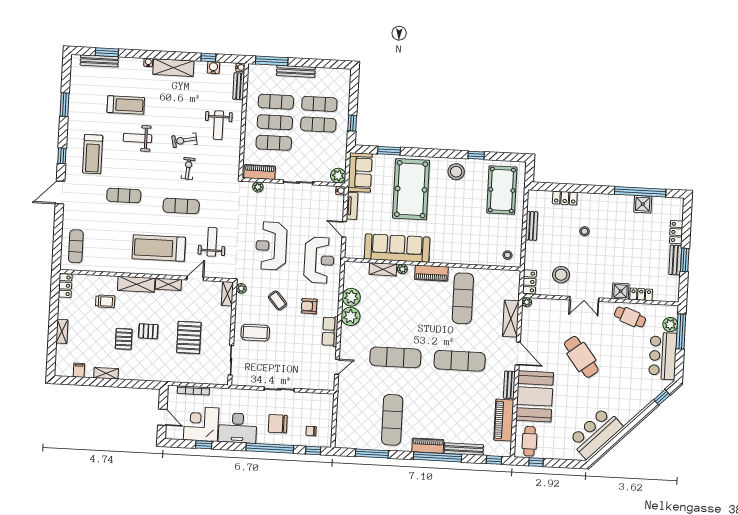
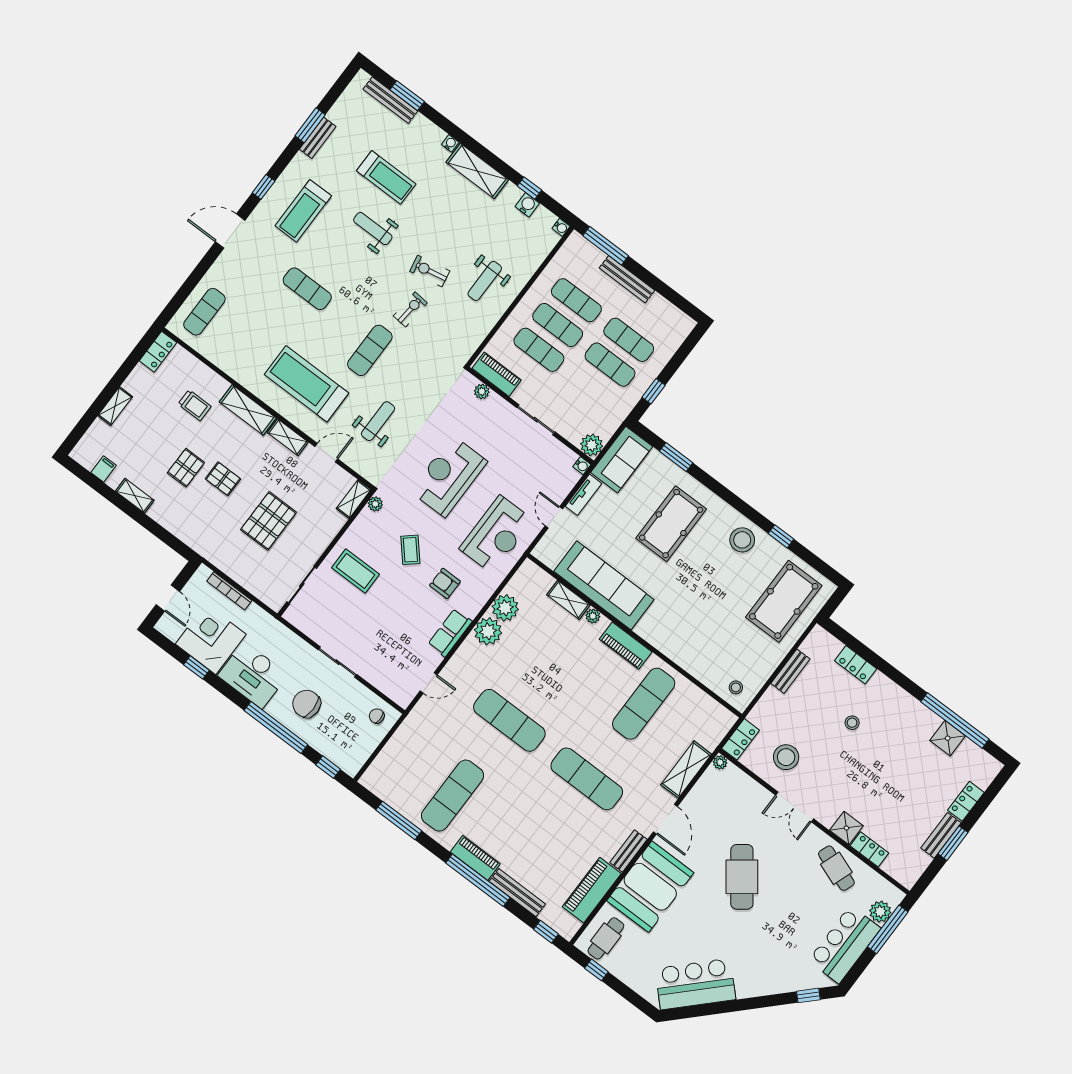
bench: (239, 86) -> (318, 138), moved
pool table: (411, 189) -> (671, 524), width x0.73, depth x0.76
exercise mat: (181, 206) -> (370, 350), turned 90
chair: (311, 431) -> (377, 716), moved

